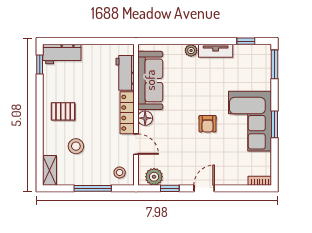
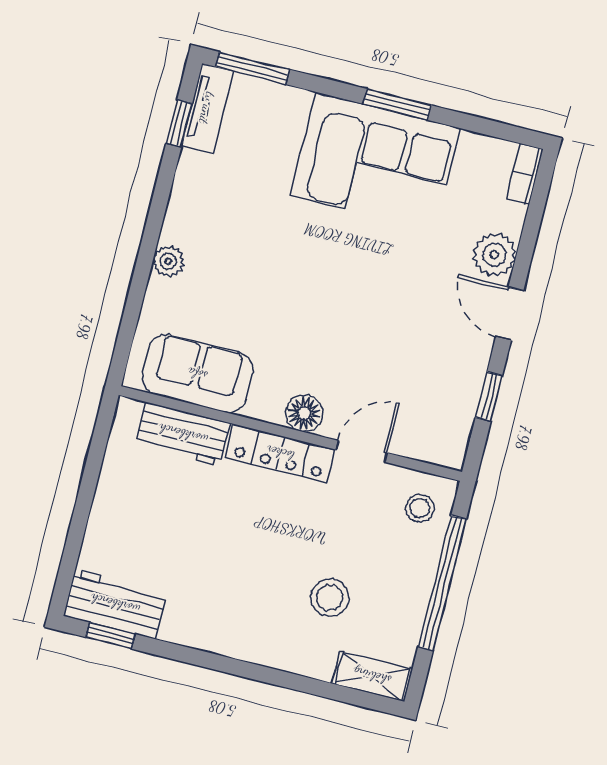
tv unit: (216, 51) -> (207, 108), moved
workbench: (62, 54) -> (115, 604), moved, turned -90
sofa: (150, 80) -> (197, 374), width x0.73
pallet: (63, 111) -> (238, 608), removed
armchair: (208, 124) -> (355, 266), removed
plant: (154, 177) -> (494, 255), moved
window: (93, 188) -> (442, 583), width x1.46

